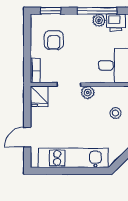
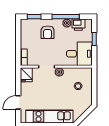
armchair: (54, 40) -> (48, 32), moved

